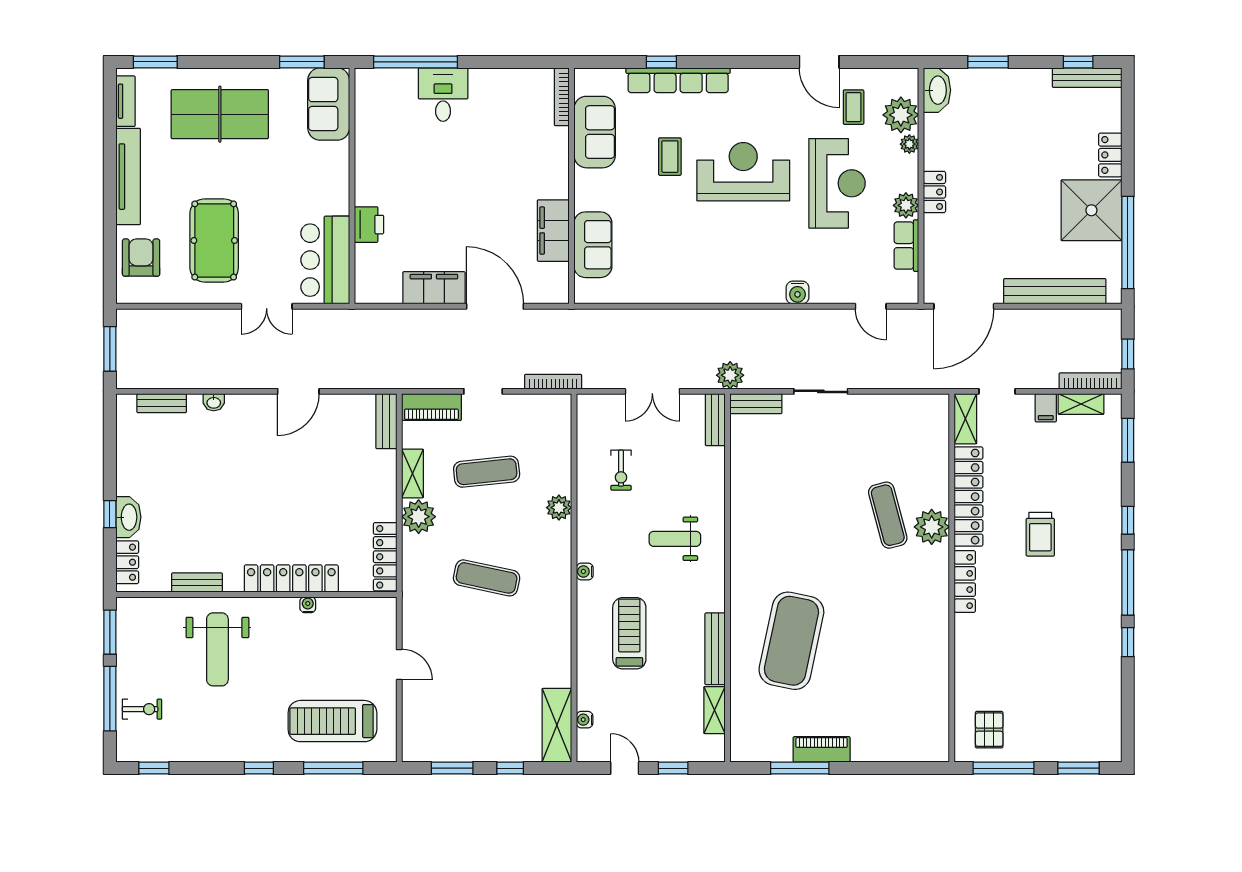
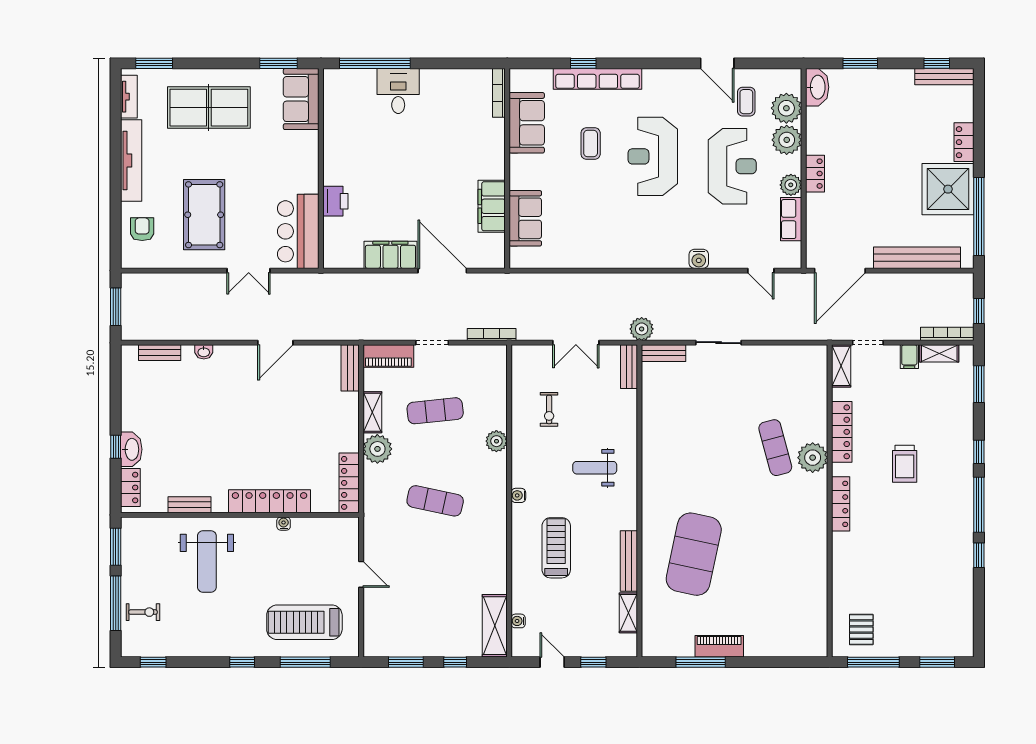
plant: (909, 144) -> (787, 140), width x1.88, depth x1.88
reception desk: (743, 172) -> (653, 156), turned -90
armchair: (141, 258) -> (142, 229), width x0.72, depth x0.72
locker: (969, 497) -> (842, 432), width x0.71, depth x0.83

